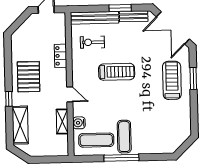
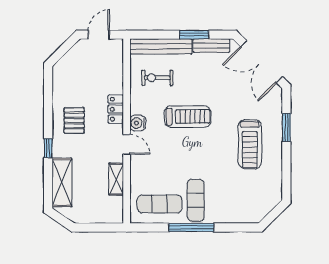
locker: (60, 56) -> (116, 109), moved
pallet: (29, 77) -> (74, 120), width x0.67, depth x0.71
treadmill: (172, 80) -> (250, 144), moved, turned 180
water cooler: (79, 123) -> (138, 123), moved

